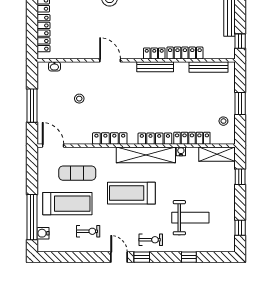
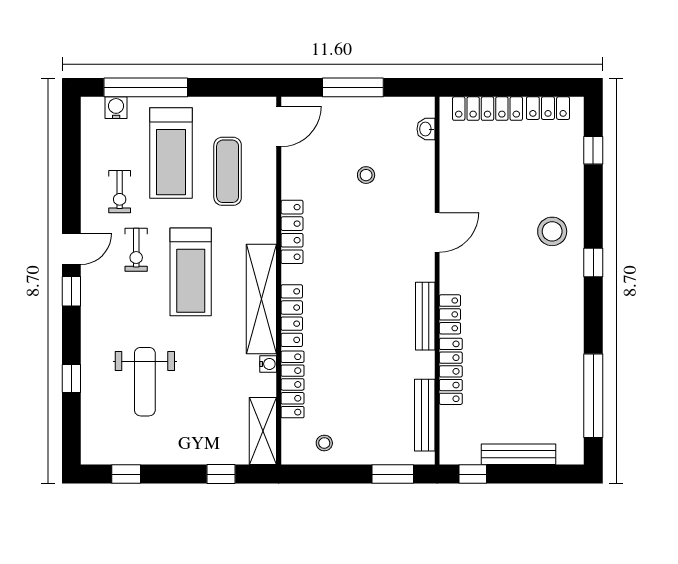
window: (240, 104) -> (393, 474), moved
treadmill: (131, 193) -> (191, 272), turned 180
exercise bike: (151, 240) -> (136, 250), moved

